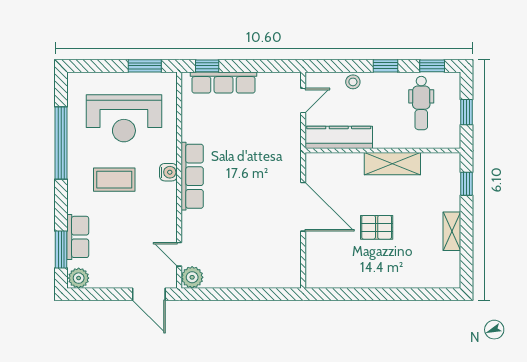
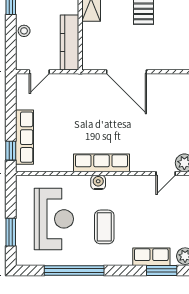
window: (145, 66) -> (11, 232), moved
door: (303, 100) -> (39, 72), swing flipped
door: (303, 207) -> (127, 72), swing flipped

